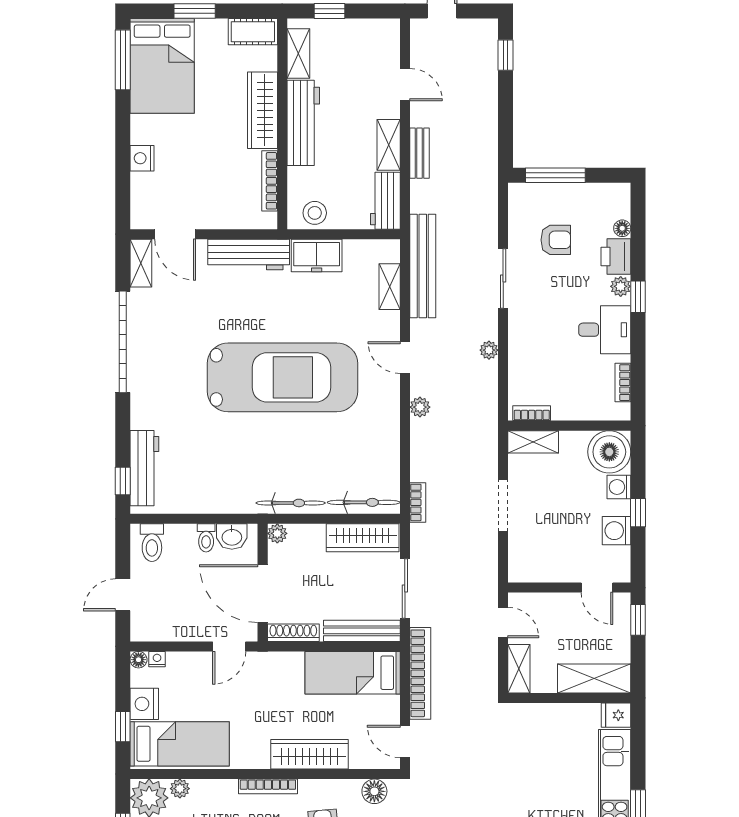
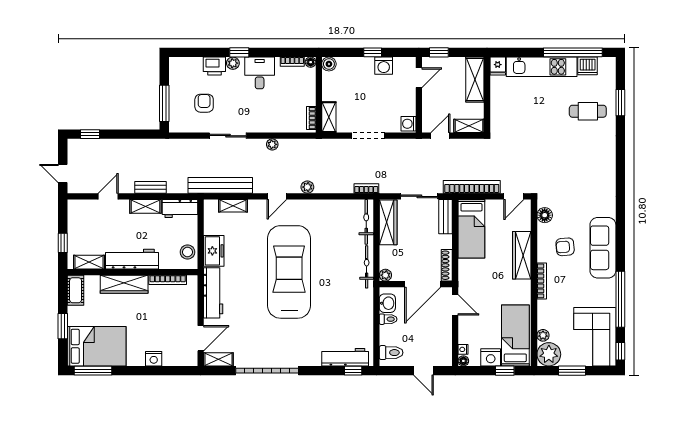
floor lamp: (622, 228) -> (311, 62), moved
boiler: (609, 452) -> (329, 64), width x0.54, depth x0.54
washing machine: (619, 487) -> (409, 124), moved, turned 90
bench: (362, 631) -> (446, 217), width x0.73

